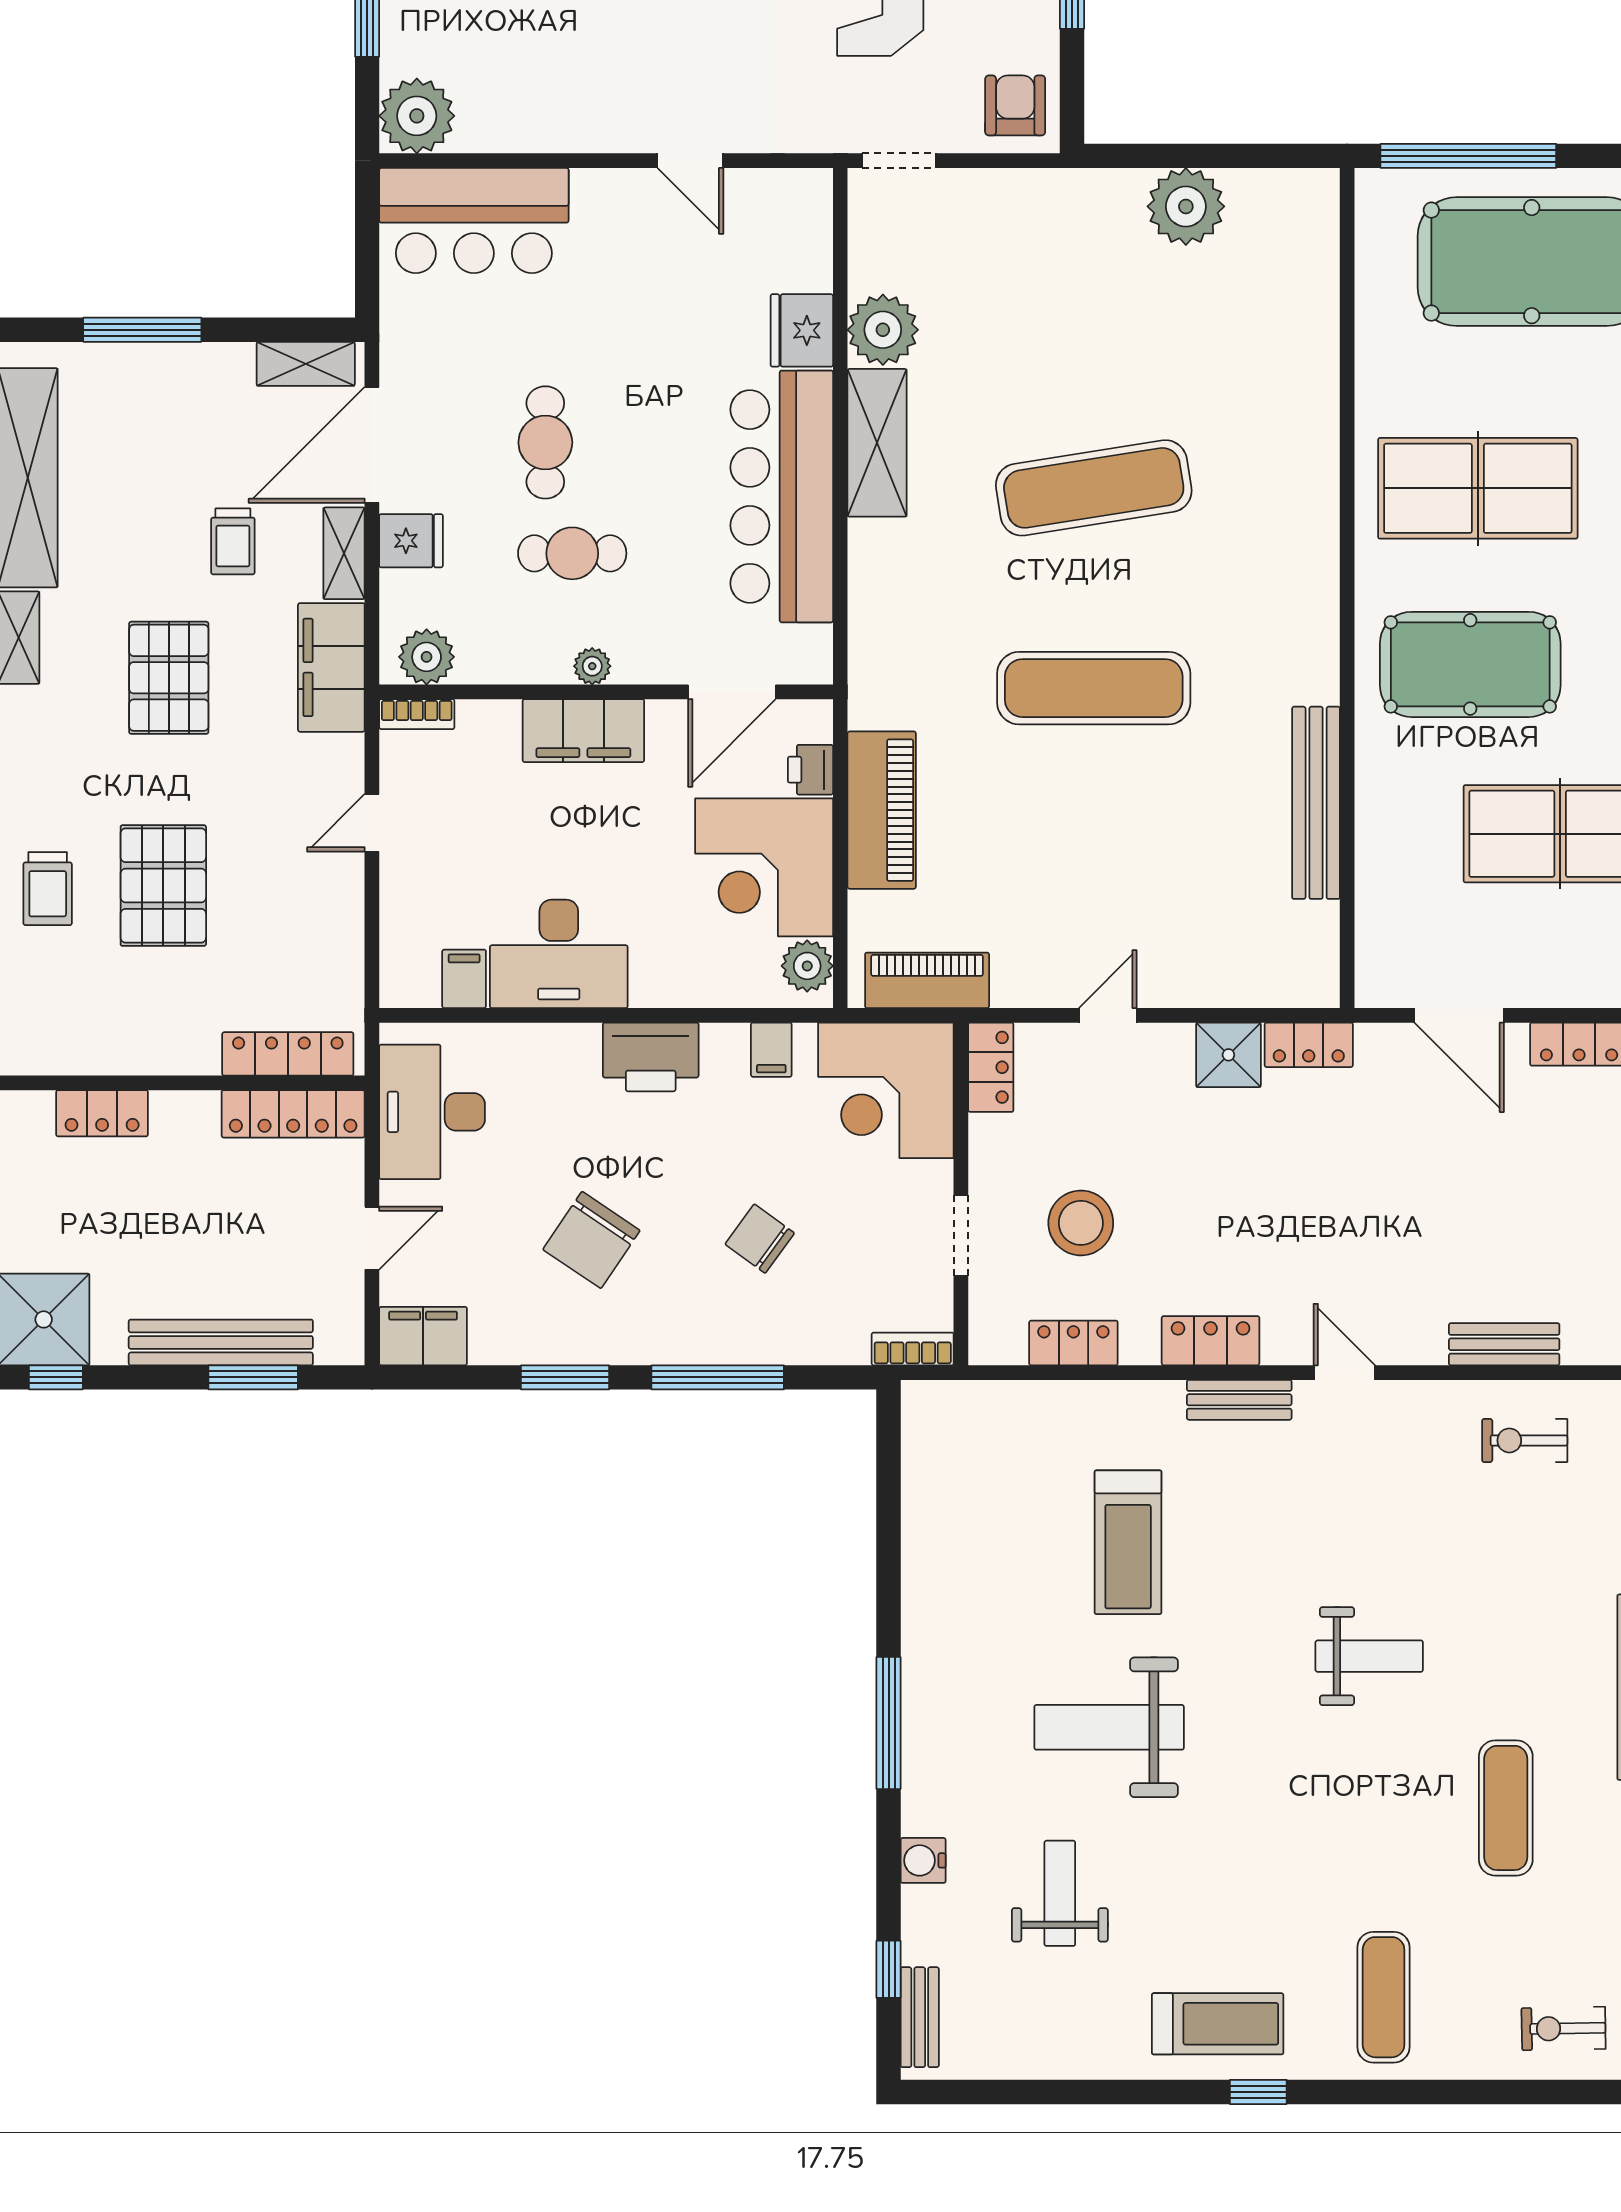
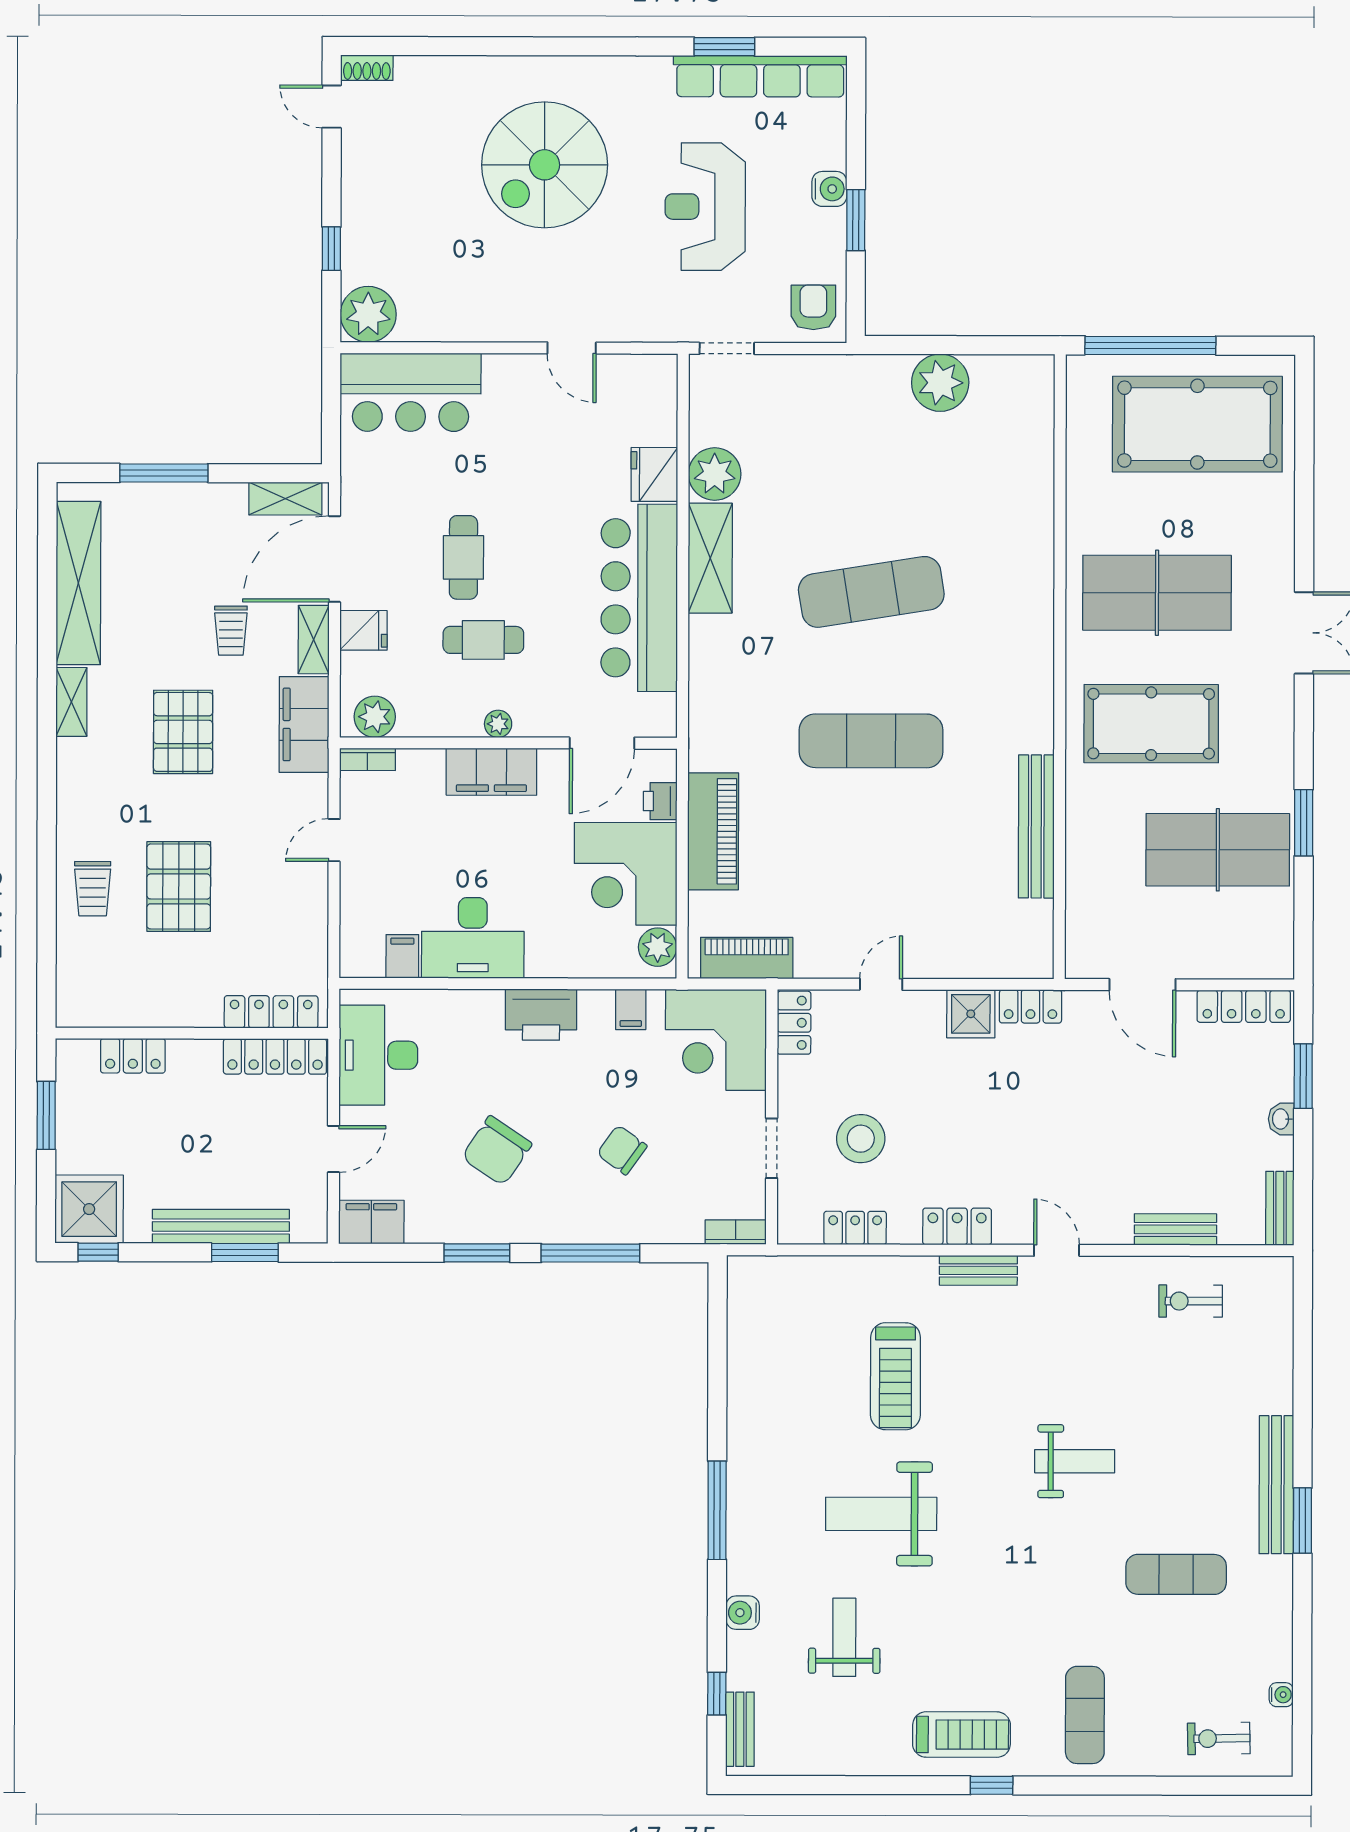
exercise mat: (1506, 1808) -> (1176, 1574), turned 90

